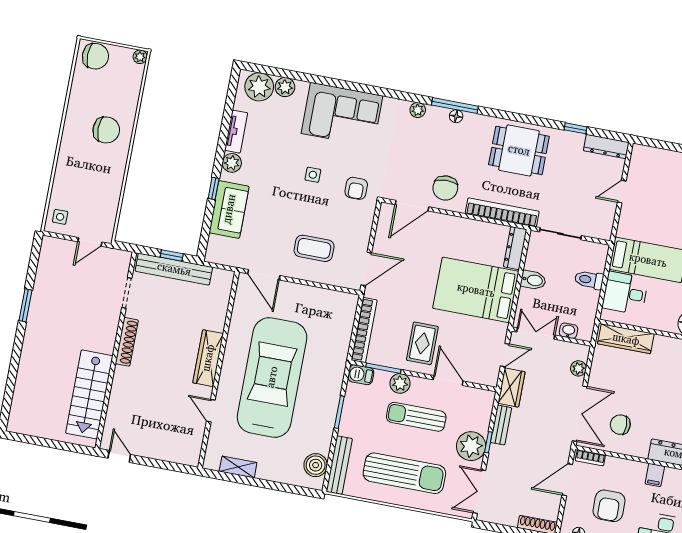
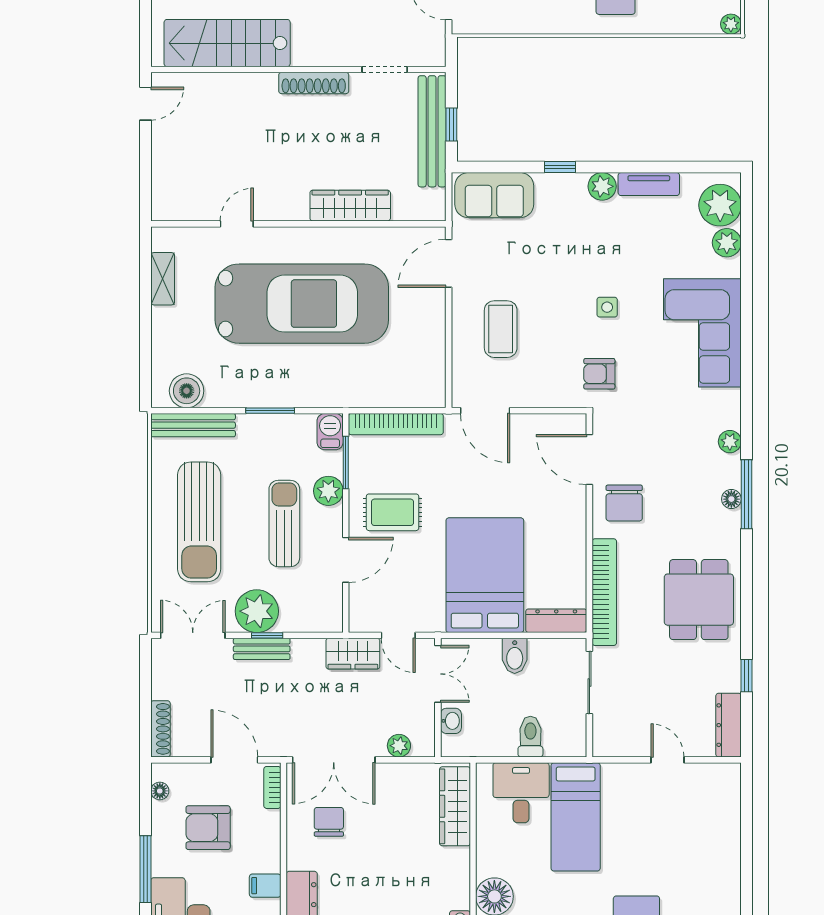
chair: (445, 188) -> (624, 503), turned -88
sofa: (229, 209) -> (494, 195), moved
wardrobe: (208, 358) -> (350, 206), moved
bench: (501, 425) -> (262, 649), moved

